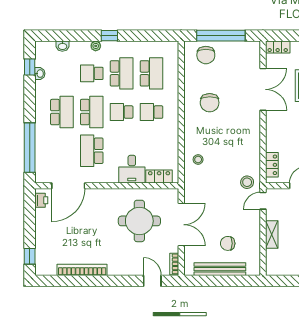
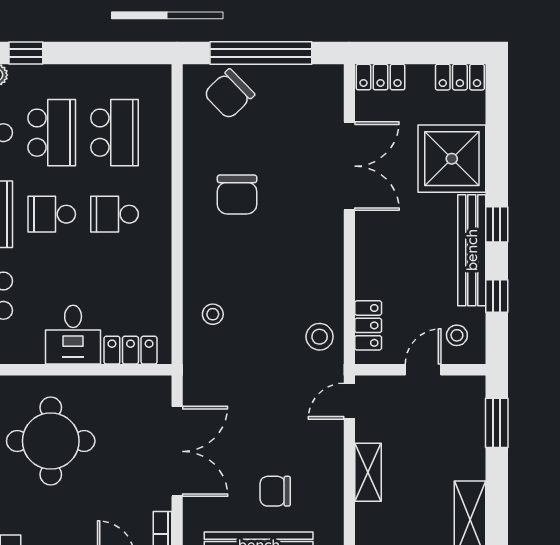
chair: (206, 55) -> (229, 94), turned 46
stool: (247, 182) -> (320, 337), moved
round table: (139, 221) -> (51, 441), moved

